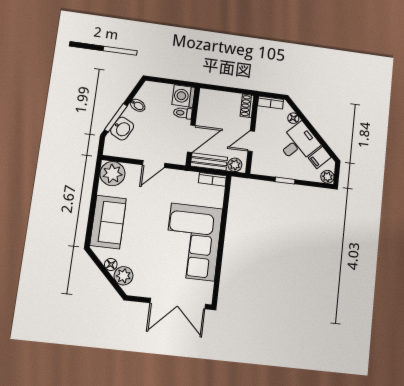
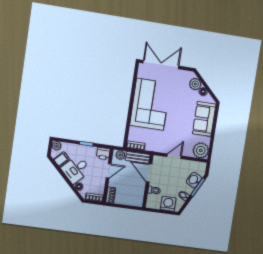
washing machine: (183, 96) -> (168, 204), moved, turned -90
door: (191, 139) -> (149, 173), hinge flipped
printer: (260, 167) -> (103, 154), added

